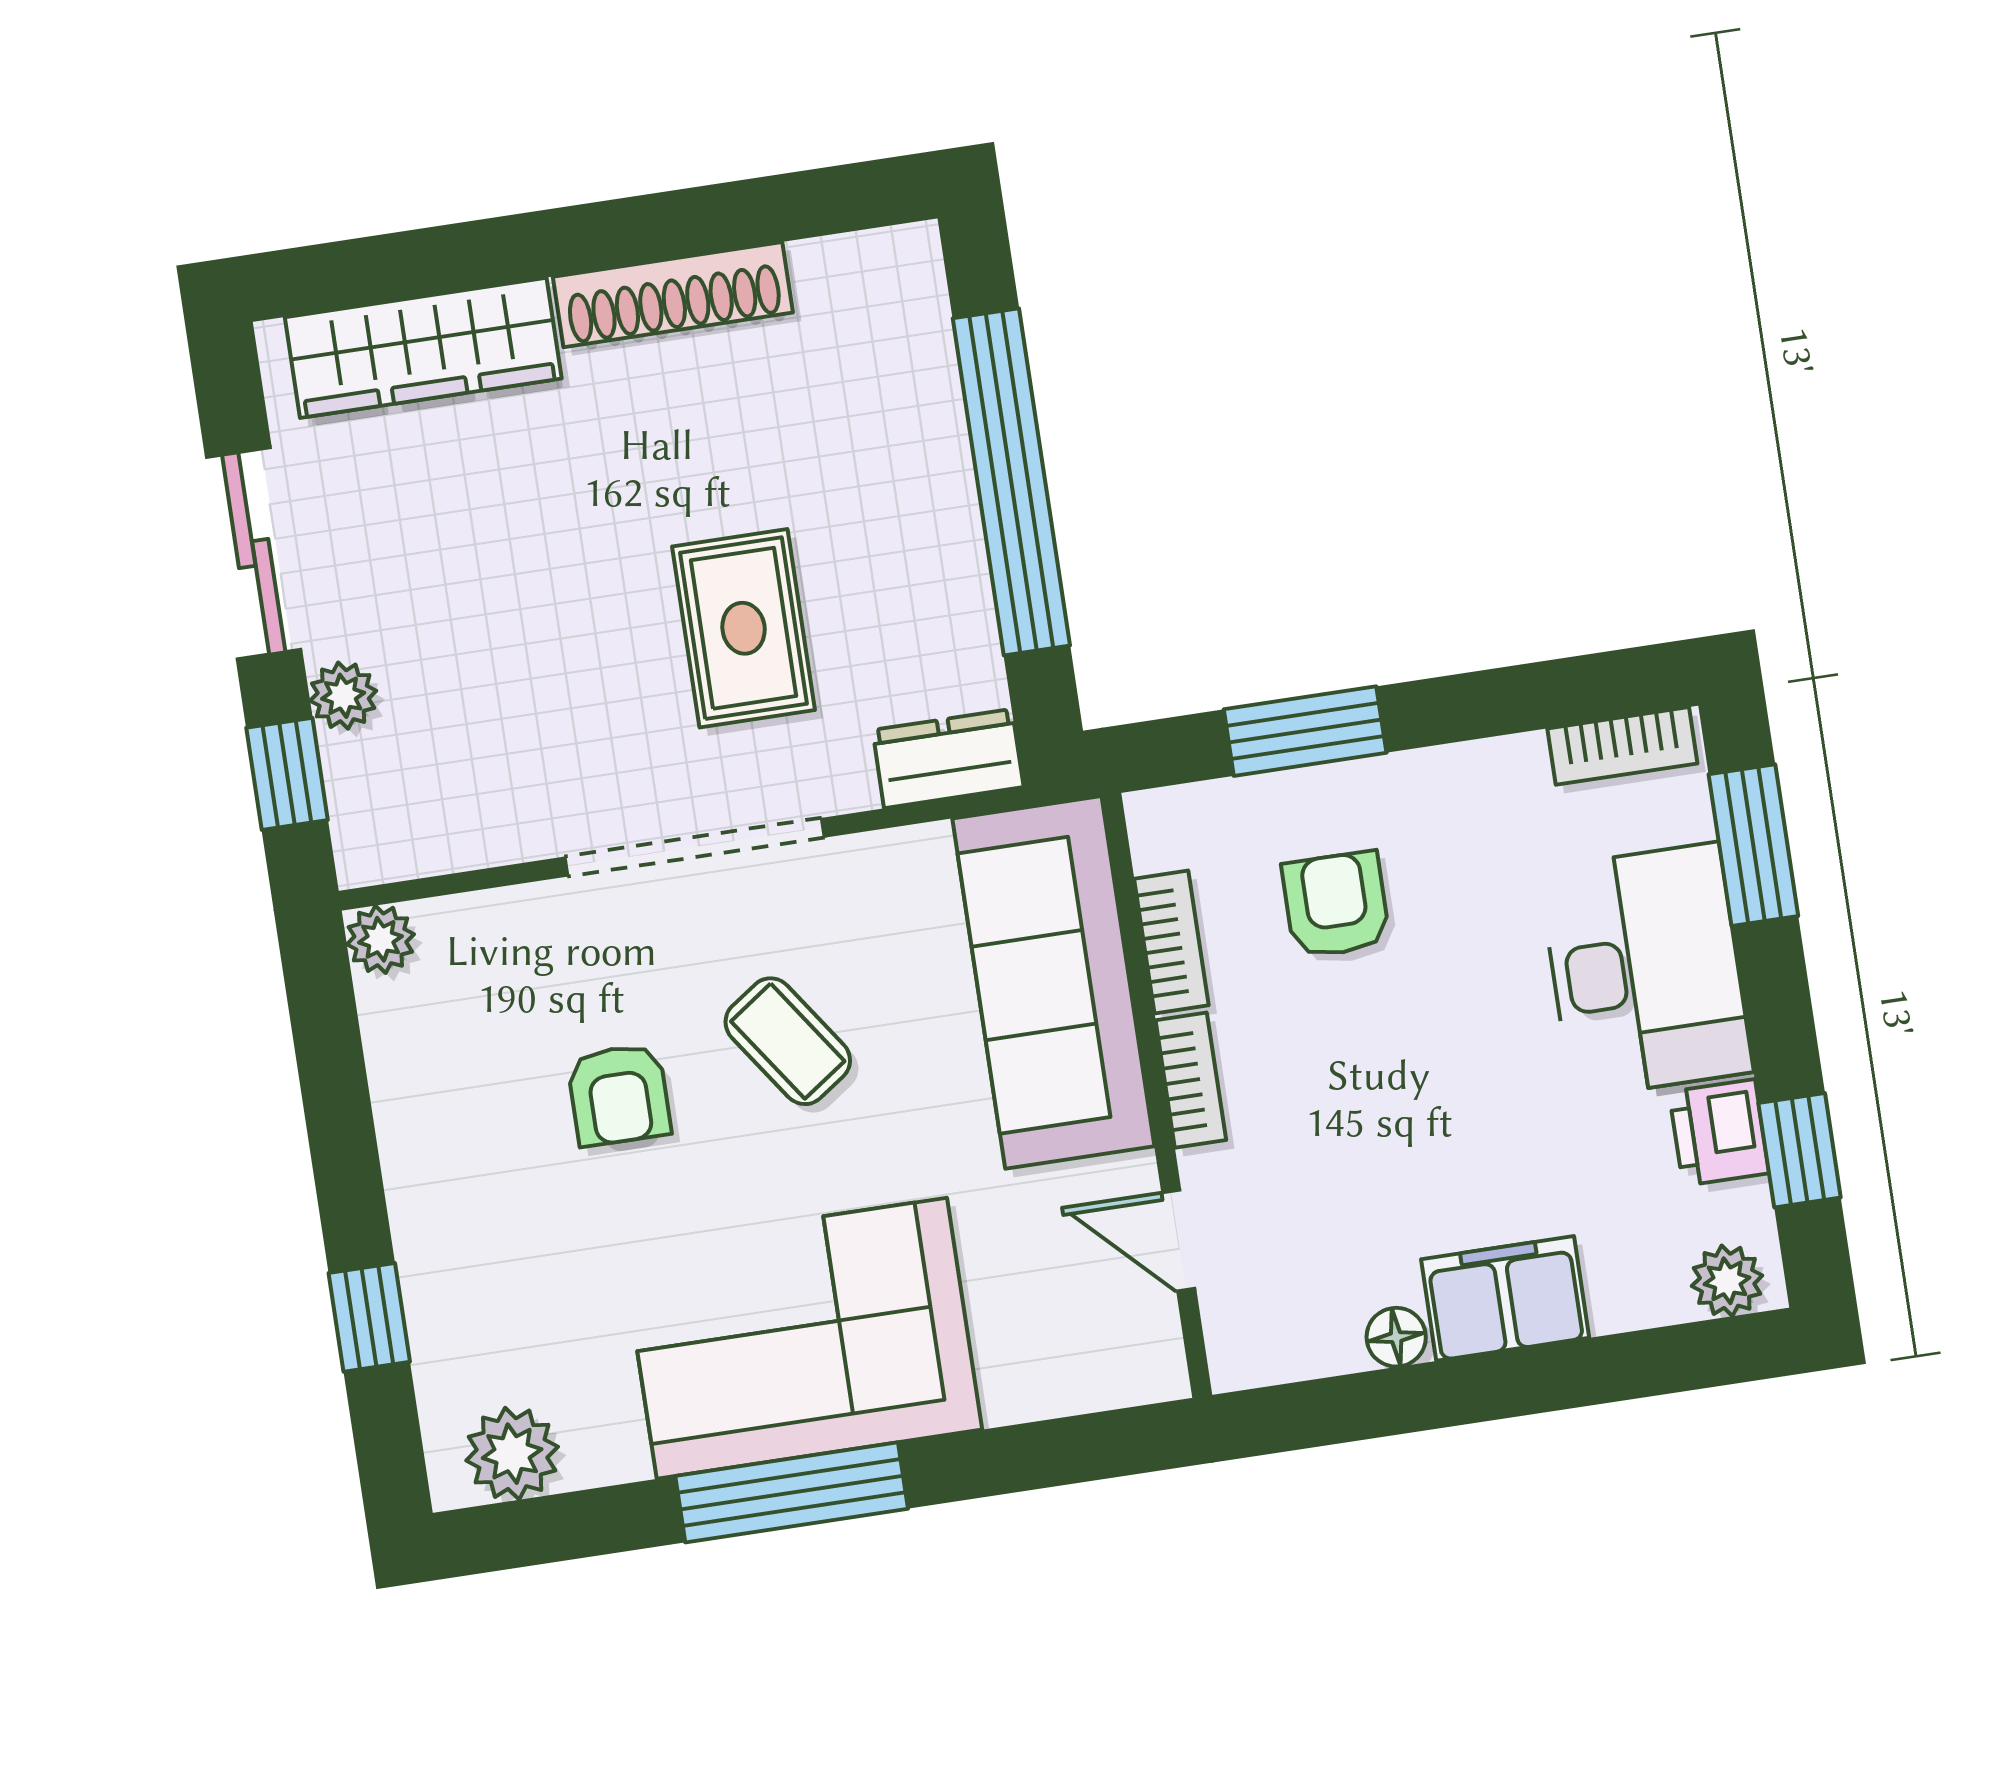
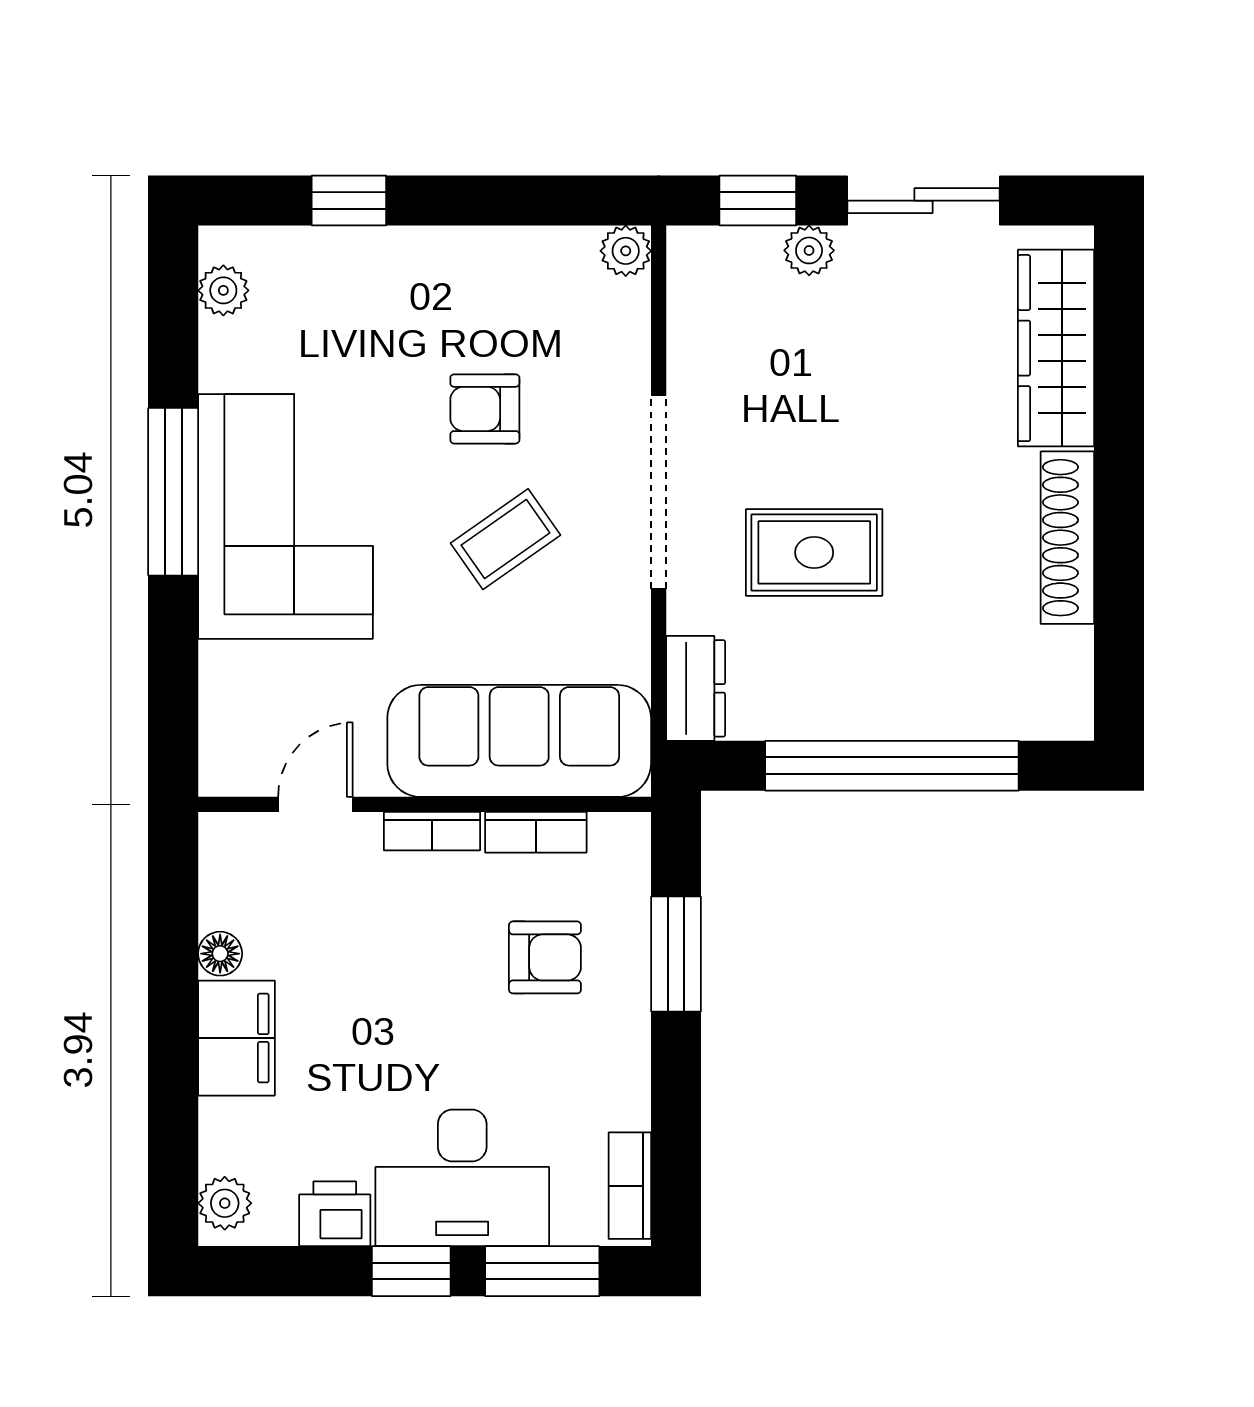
window: (1800, 1150) -> (411, 1271), moved
plant: (512, 1454) -> (223, 290), width x0.73, depth x0.73

